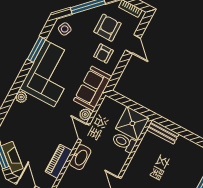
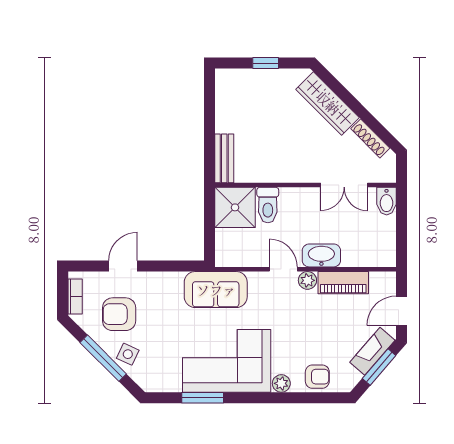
side table: (65, 29) -> (128, 354), moved
armchair: (103, 53) -> (317, 377), moved
plant: (85, 114) -> (307, 280), moved
door: (84, 132) -> (283, 269), swing flipped

